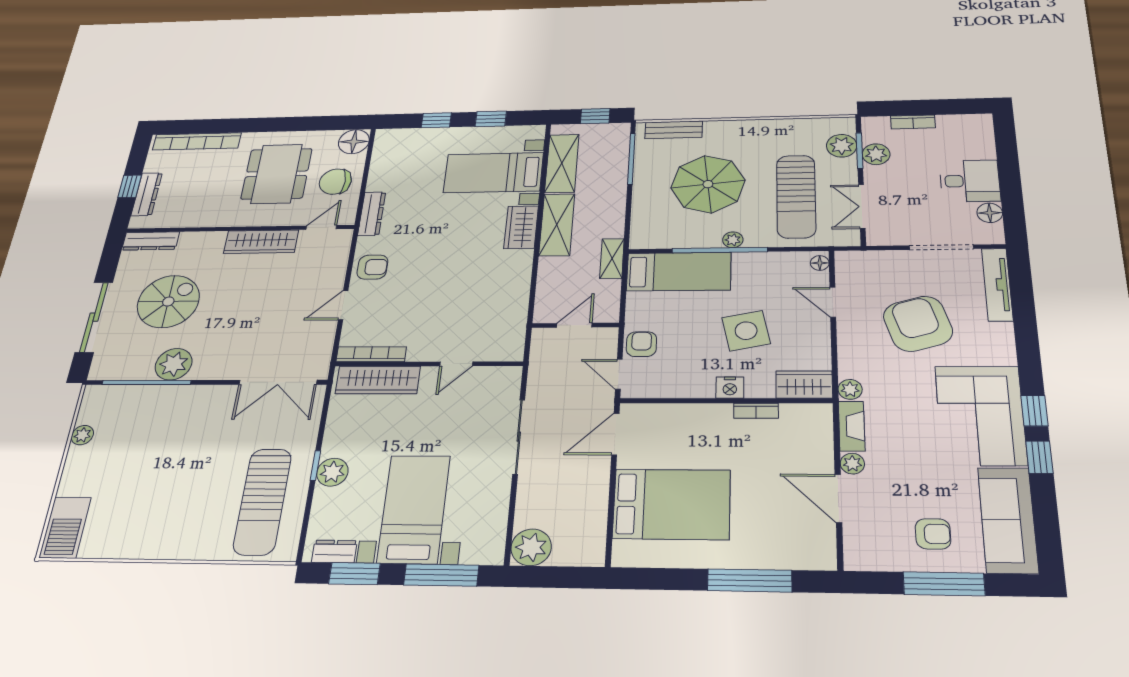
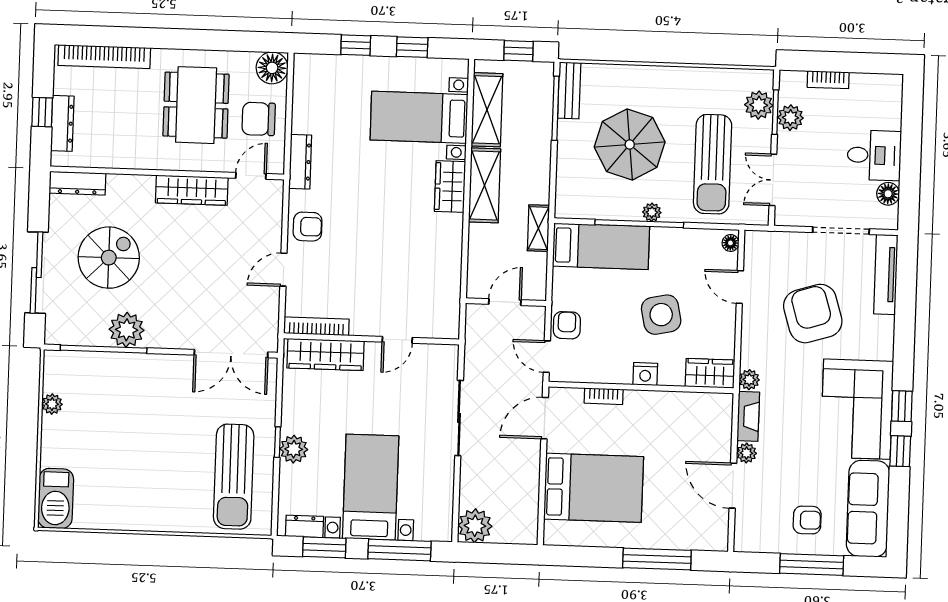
bench: (674, 130) -> (569, 90), moved, turned 90
bookcase: (756, 411) -> (604, 396), moved

